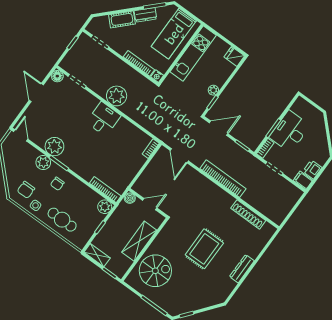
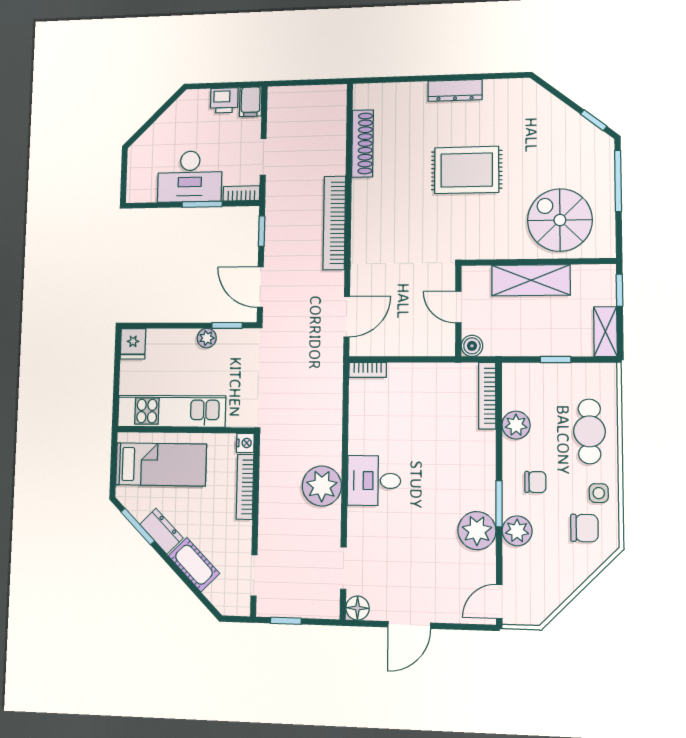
plant: (105, 207) -> (516, 425), moved

